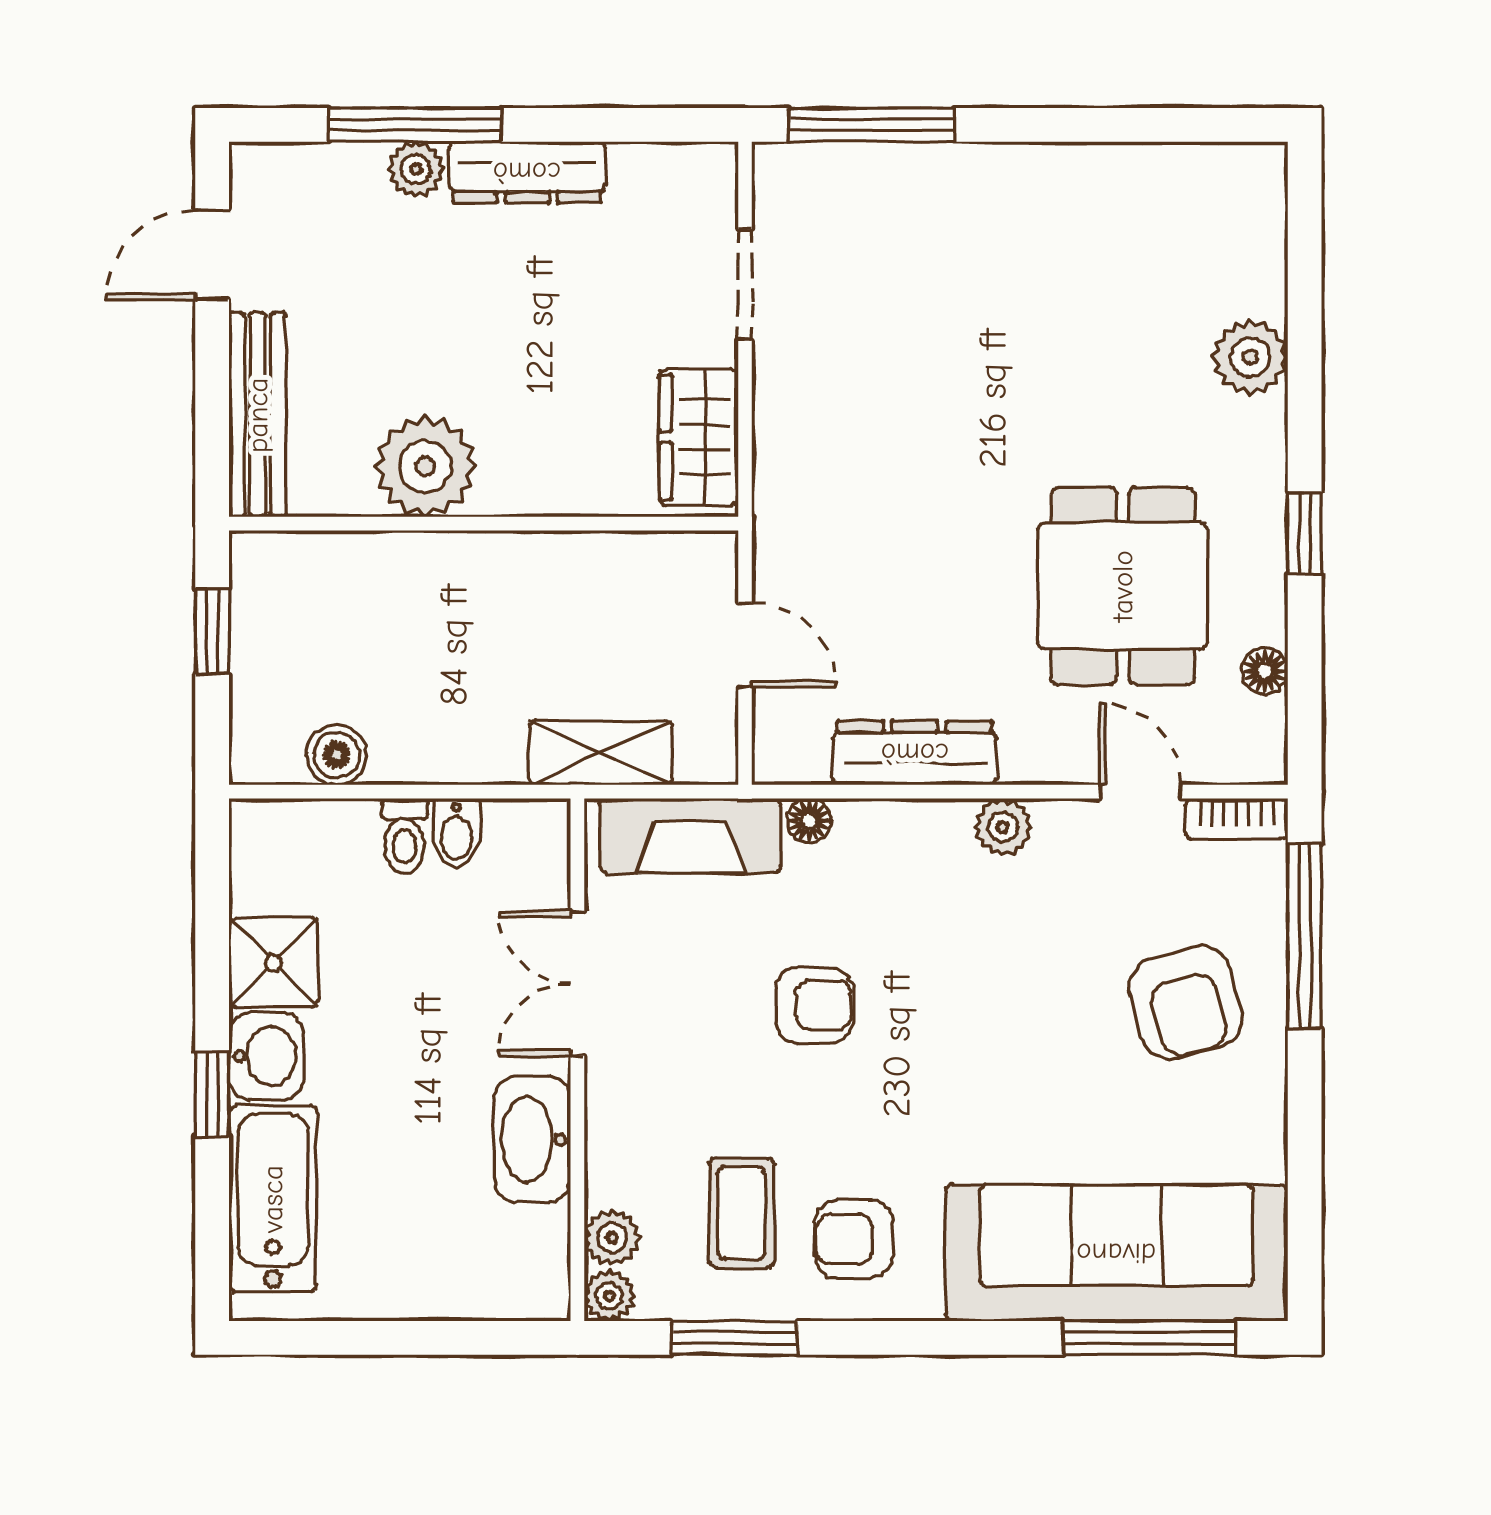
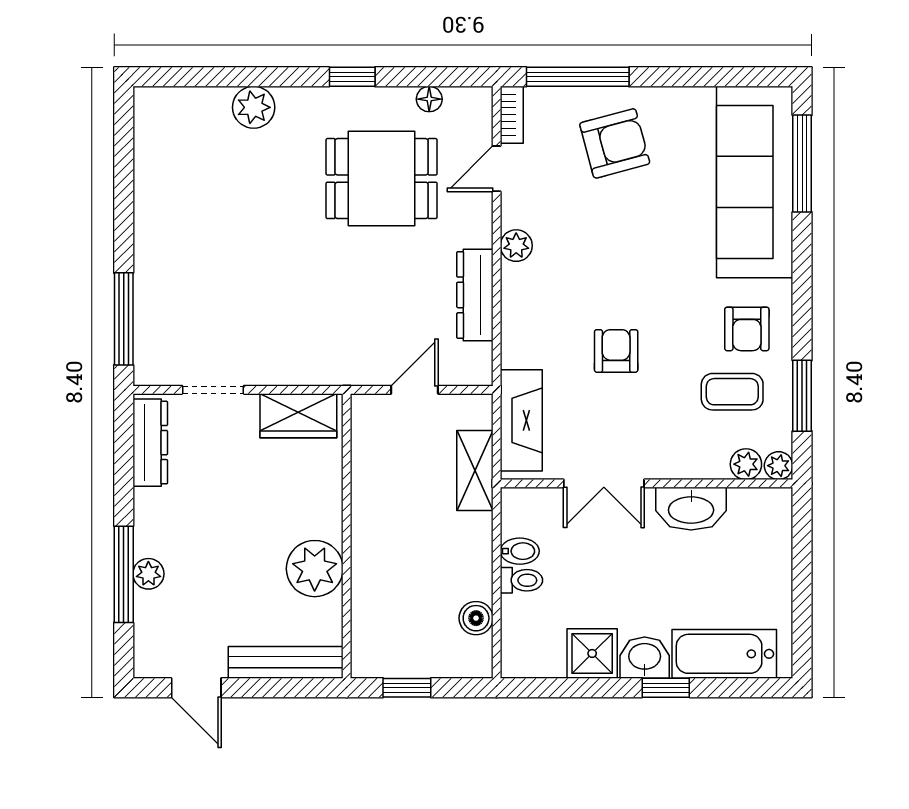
dresser: (527, 172) -> (150, 443), moved
floor lamp: (809, 821) -> (513, 354), removed

